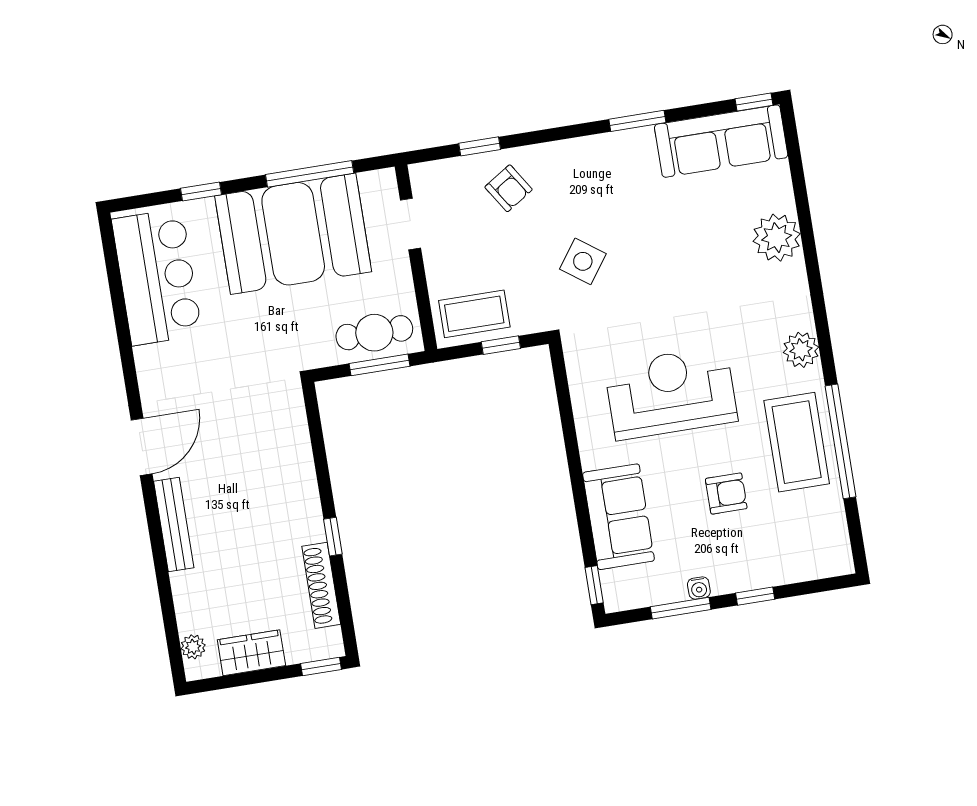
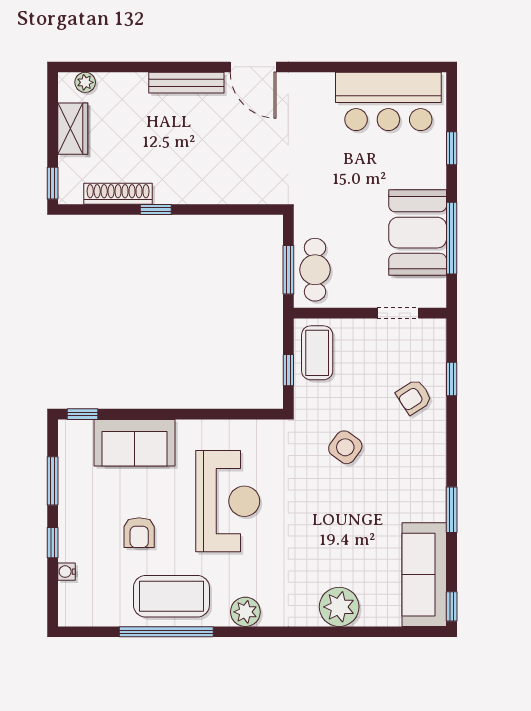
booth: (293, 234) -> (418, 233), width x0.73, depth x0.70
water cooler: (699, 588) -> (66, 572), moved

